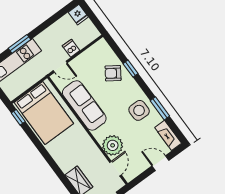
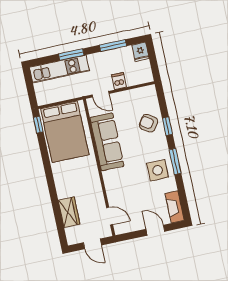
window: (52, 20) -> (113, 45), added
window: (160, 108) -> (175, 161), moved
plant: (113, 145) -> (117, 192), removed
door: (115, 169) -> (110, 216), hinge flipped

